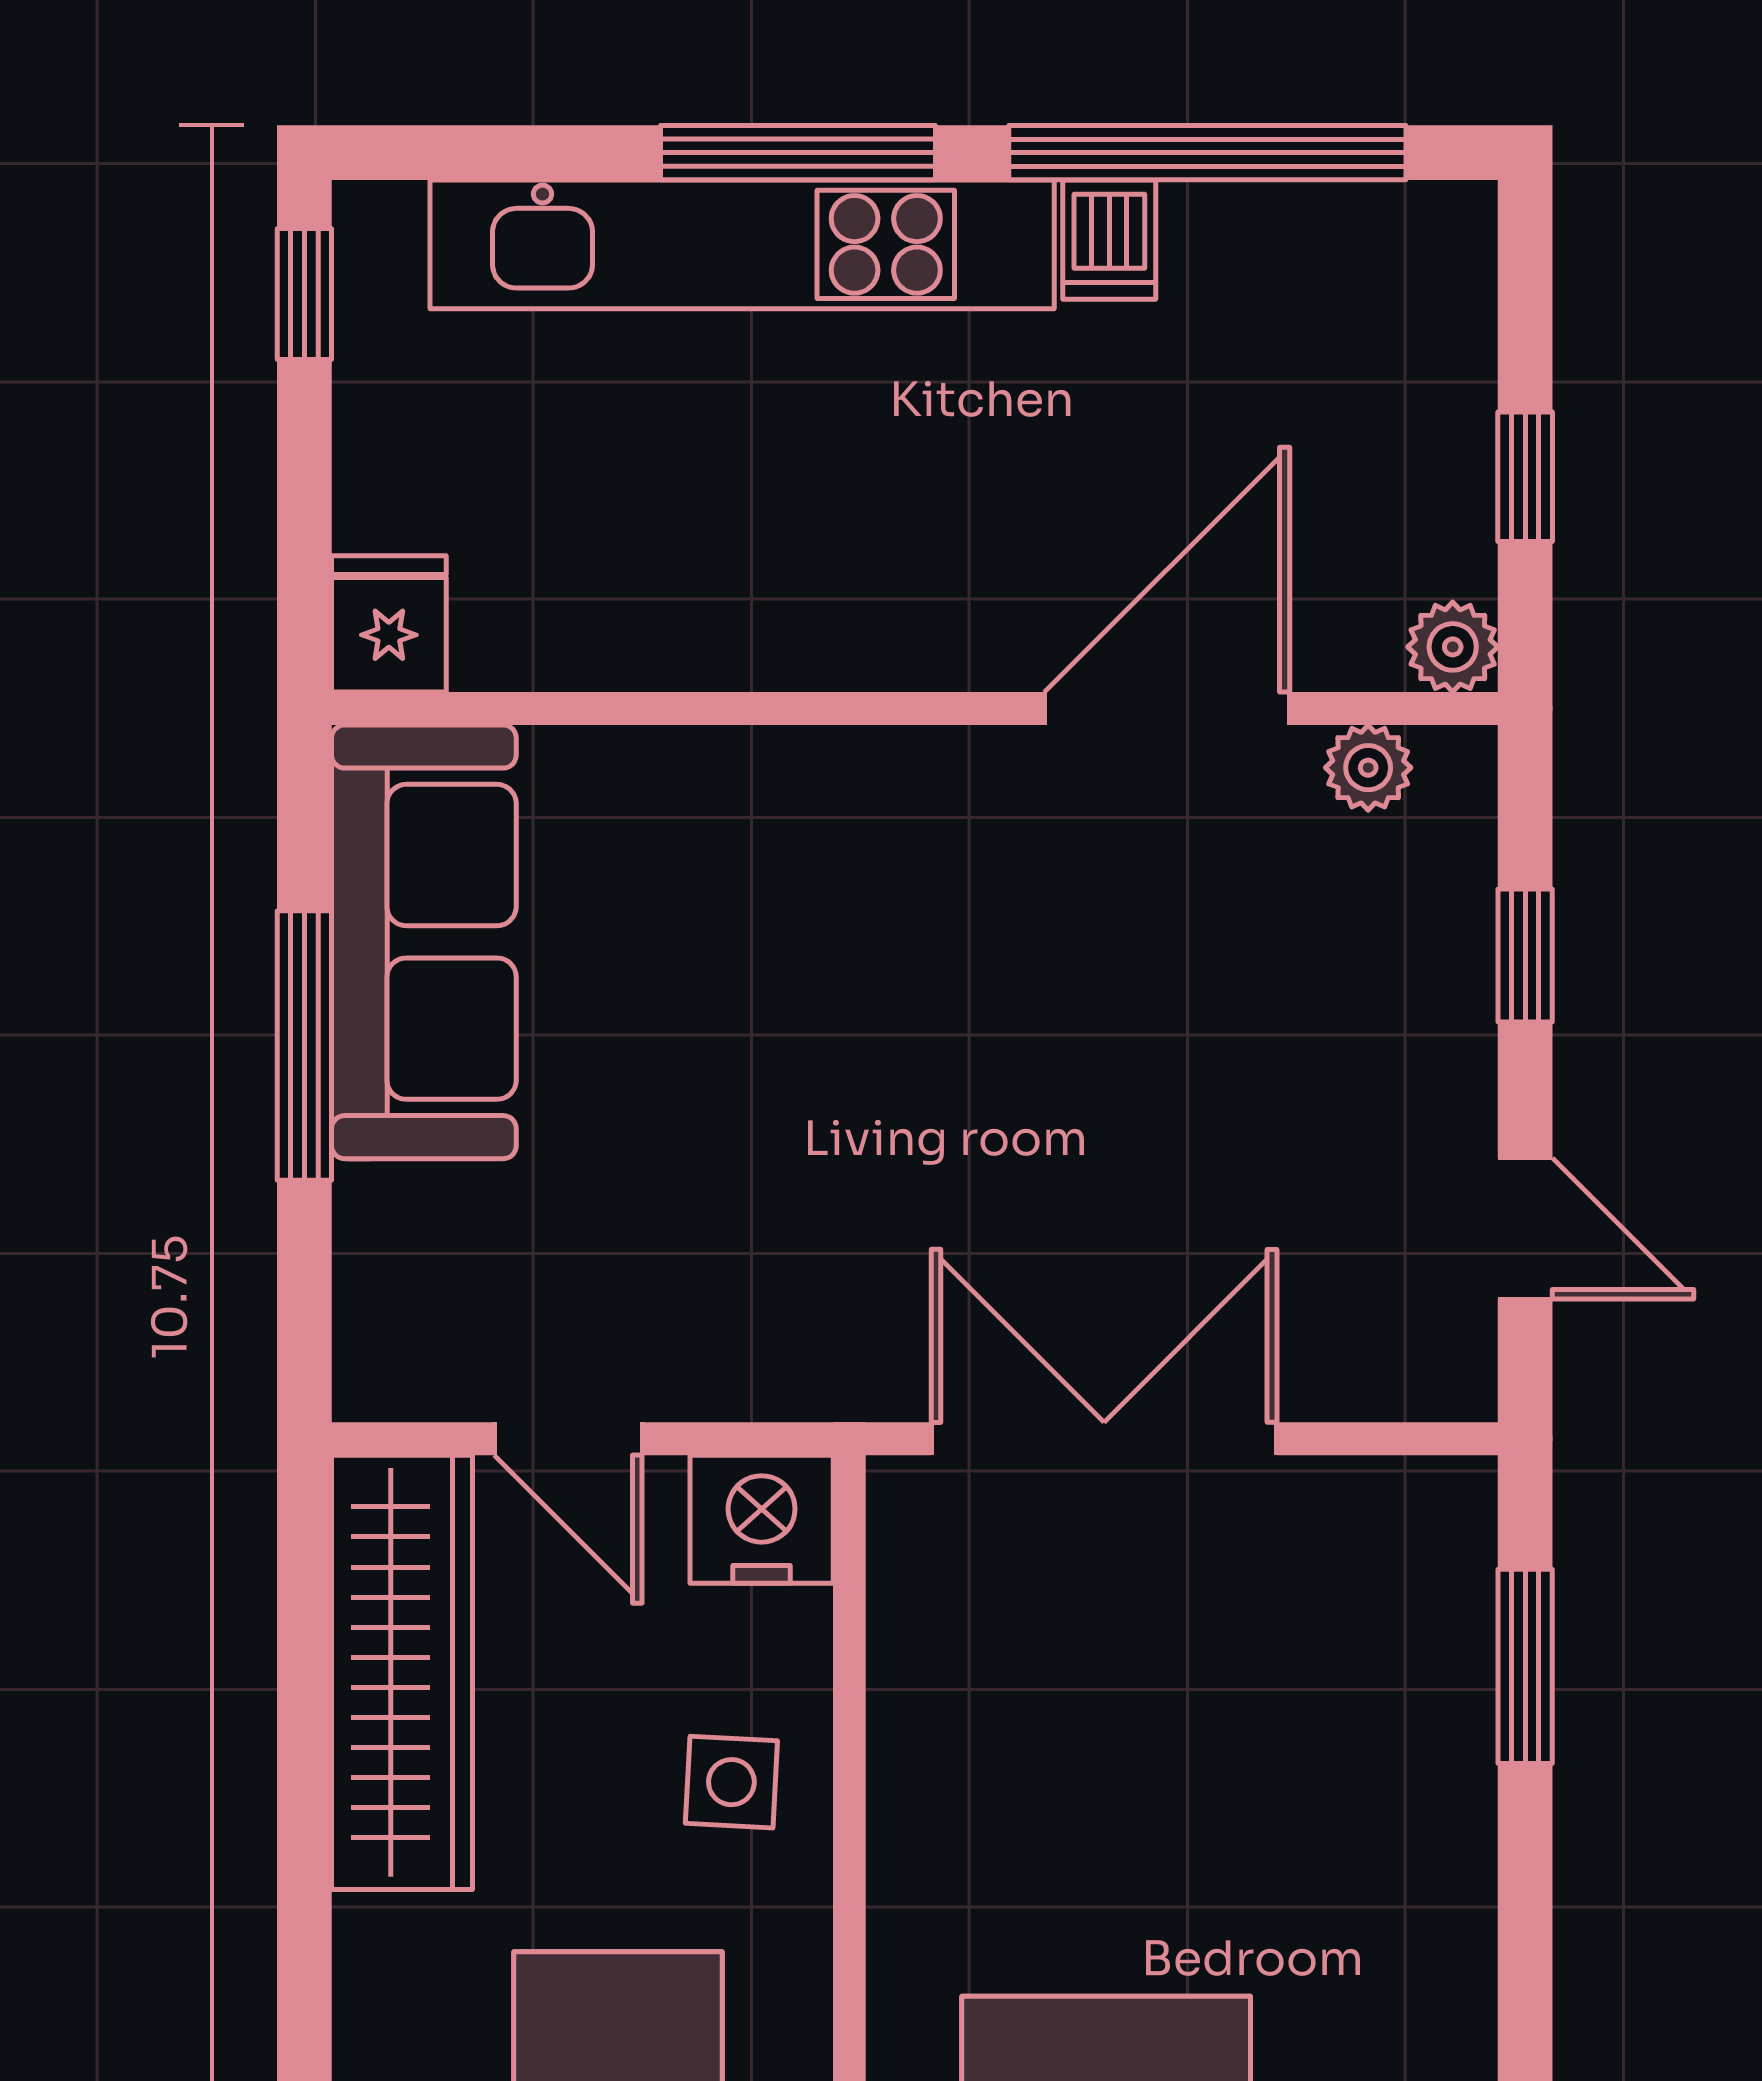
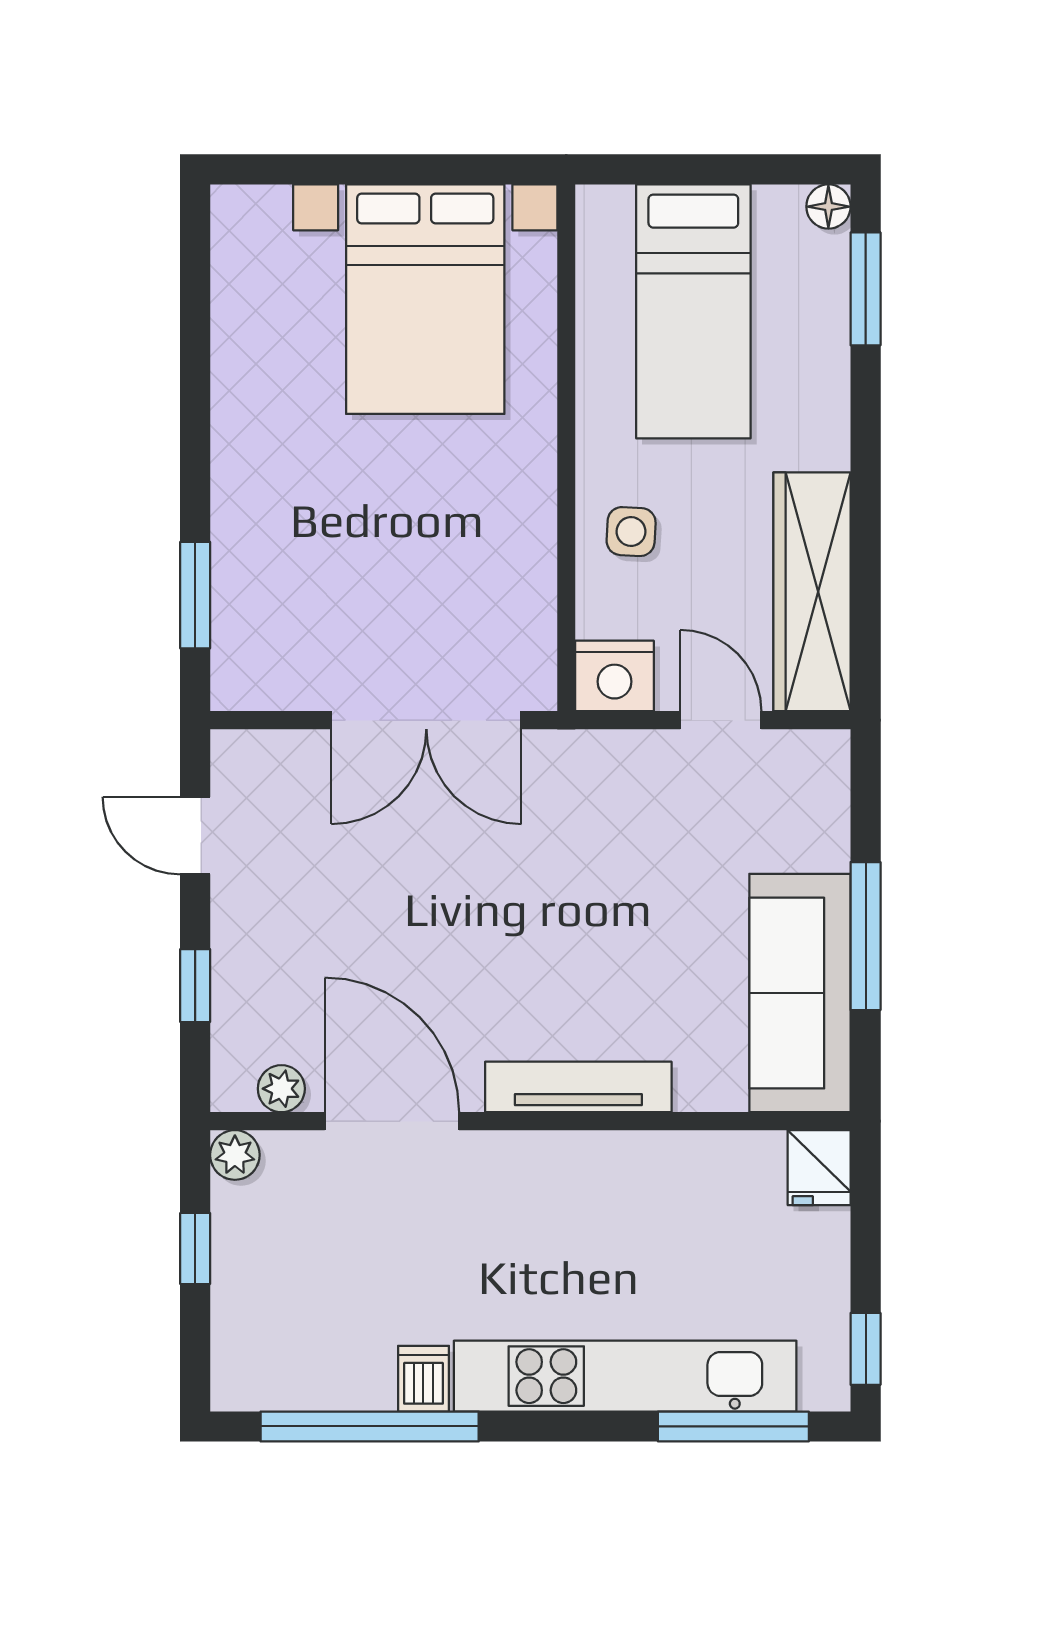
window: (798, 153) -> (733, 1426), moved
door: (1167, 708) -> (392, 1121), swing flipped
tv unit: (827, 771) -> (578, 1087), added

